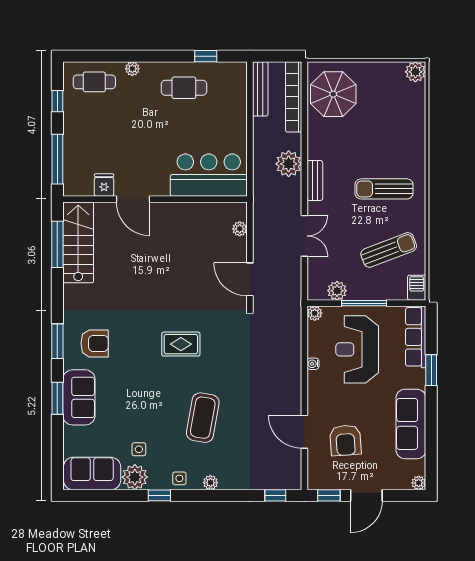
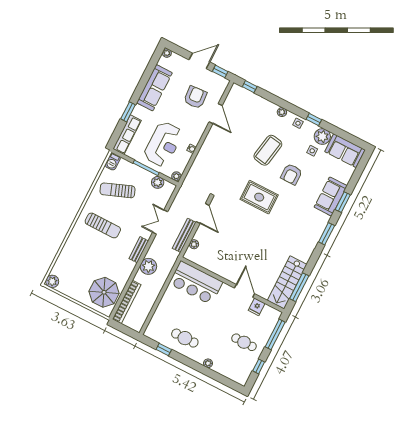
cafe table: (94, 82) -> (244, 342), moved
bench: (260, 89) -> (184, 235), moved
armchair: (95, 343) -> (291, 174), moved, turned -90
rug: (181, 344) -> (259, 197), width x1.36, depth x1.43

